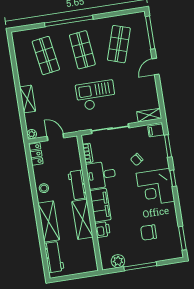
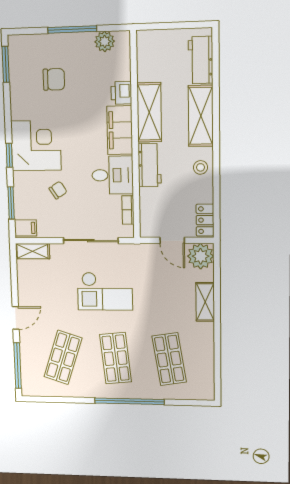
plant: (32, 134) -> (201, 256), width x1.88, depth x1.88

